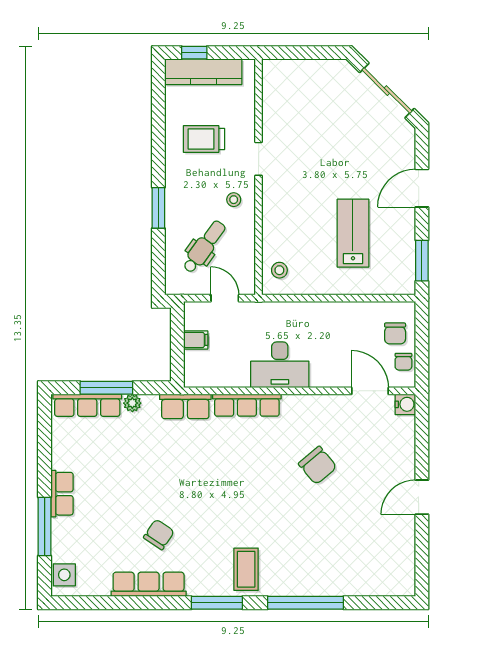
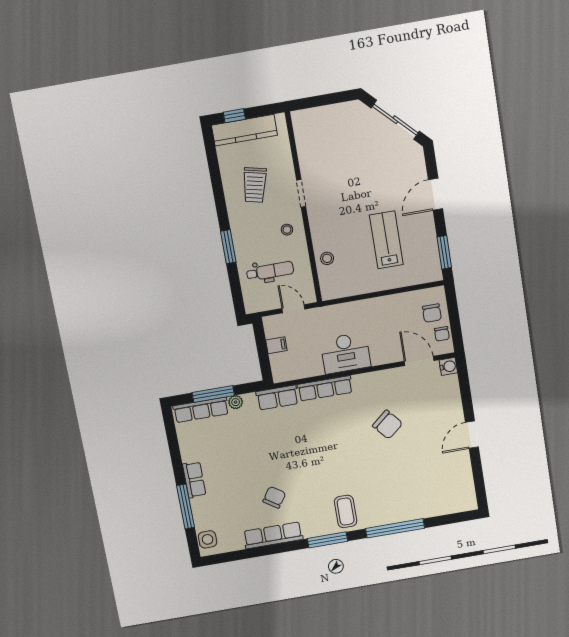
trolley: (204, 139) -> (255, 185), turned -77
dental chair: (204, 247) -> (270, 271), turned 54
stool: (279, 270) -> (327, 258), moved

